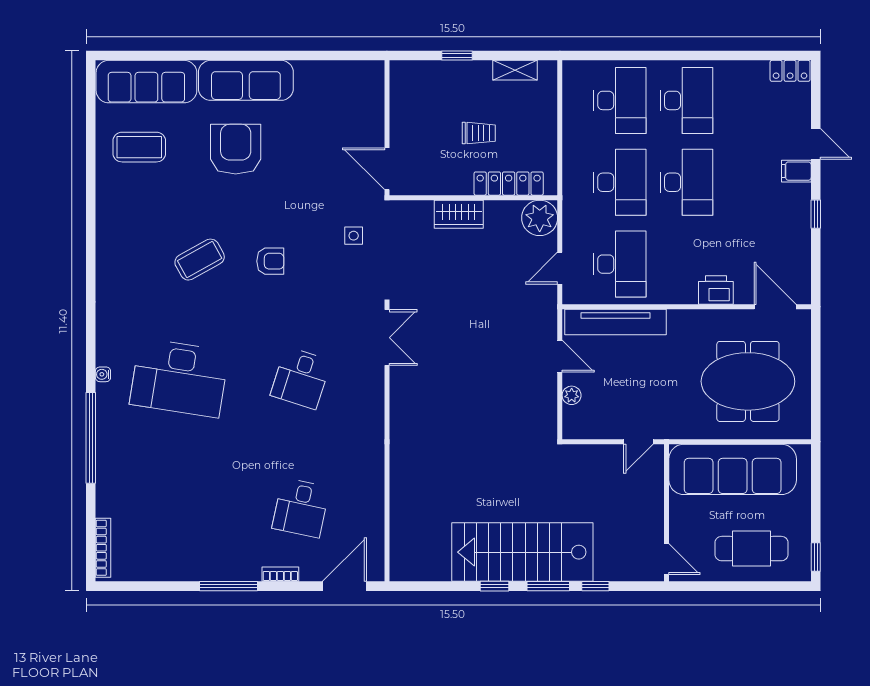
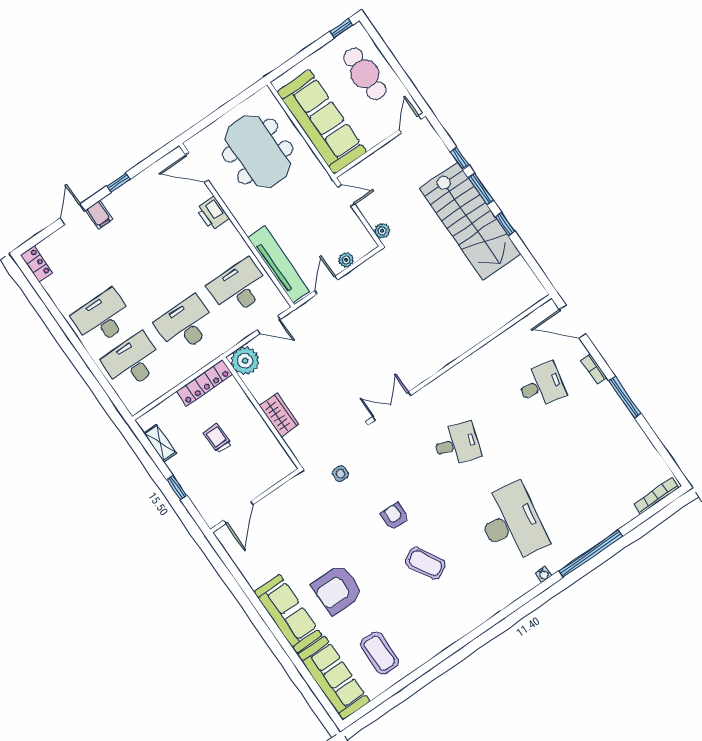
door: (387, 169) -> (238, 512), moved
desk: (687, 182) -> (156, 281), removed
locker: (509, 184) -> (204, 383), moved, turned -90
door: (775, 307) -> (197, 167), hinge flipped
plant: (576, 454) -> (382, 231), added

